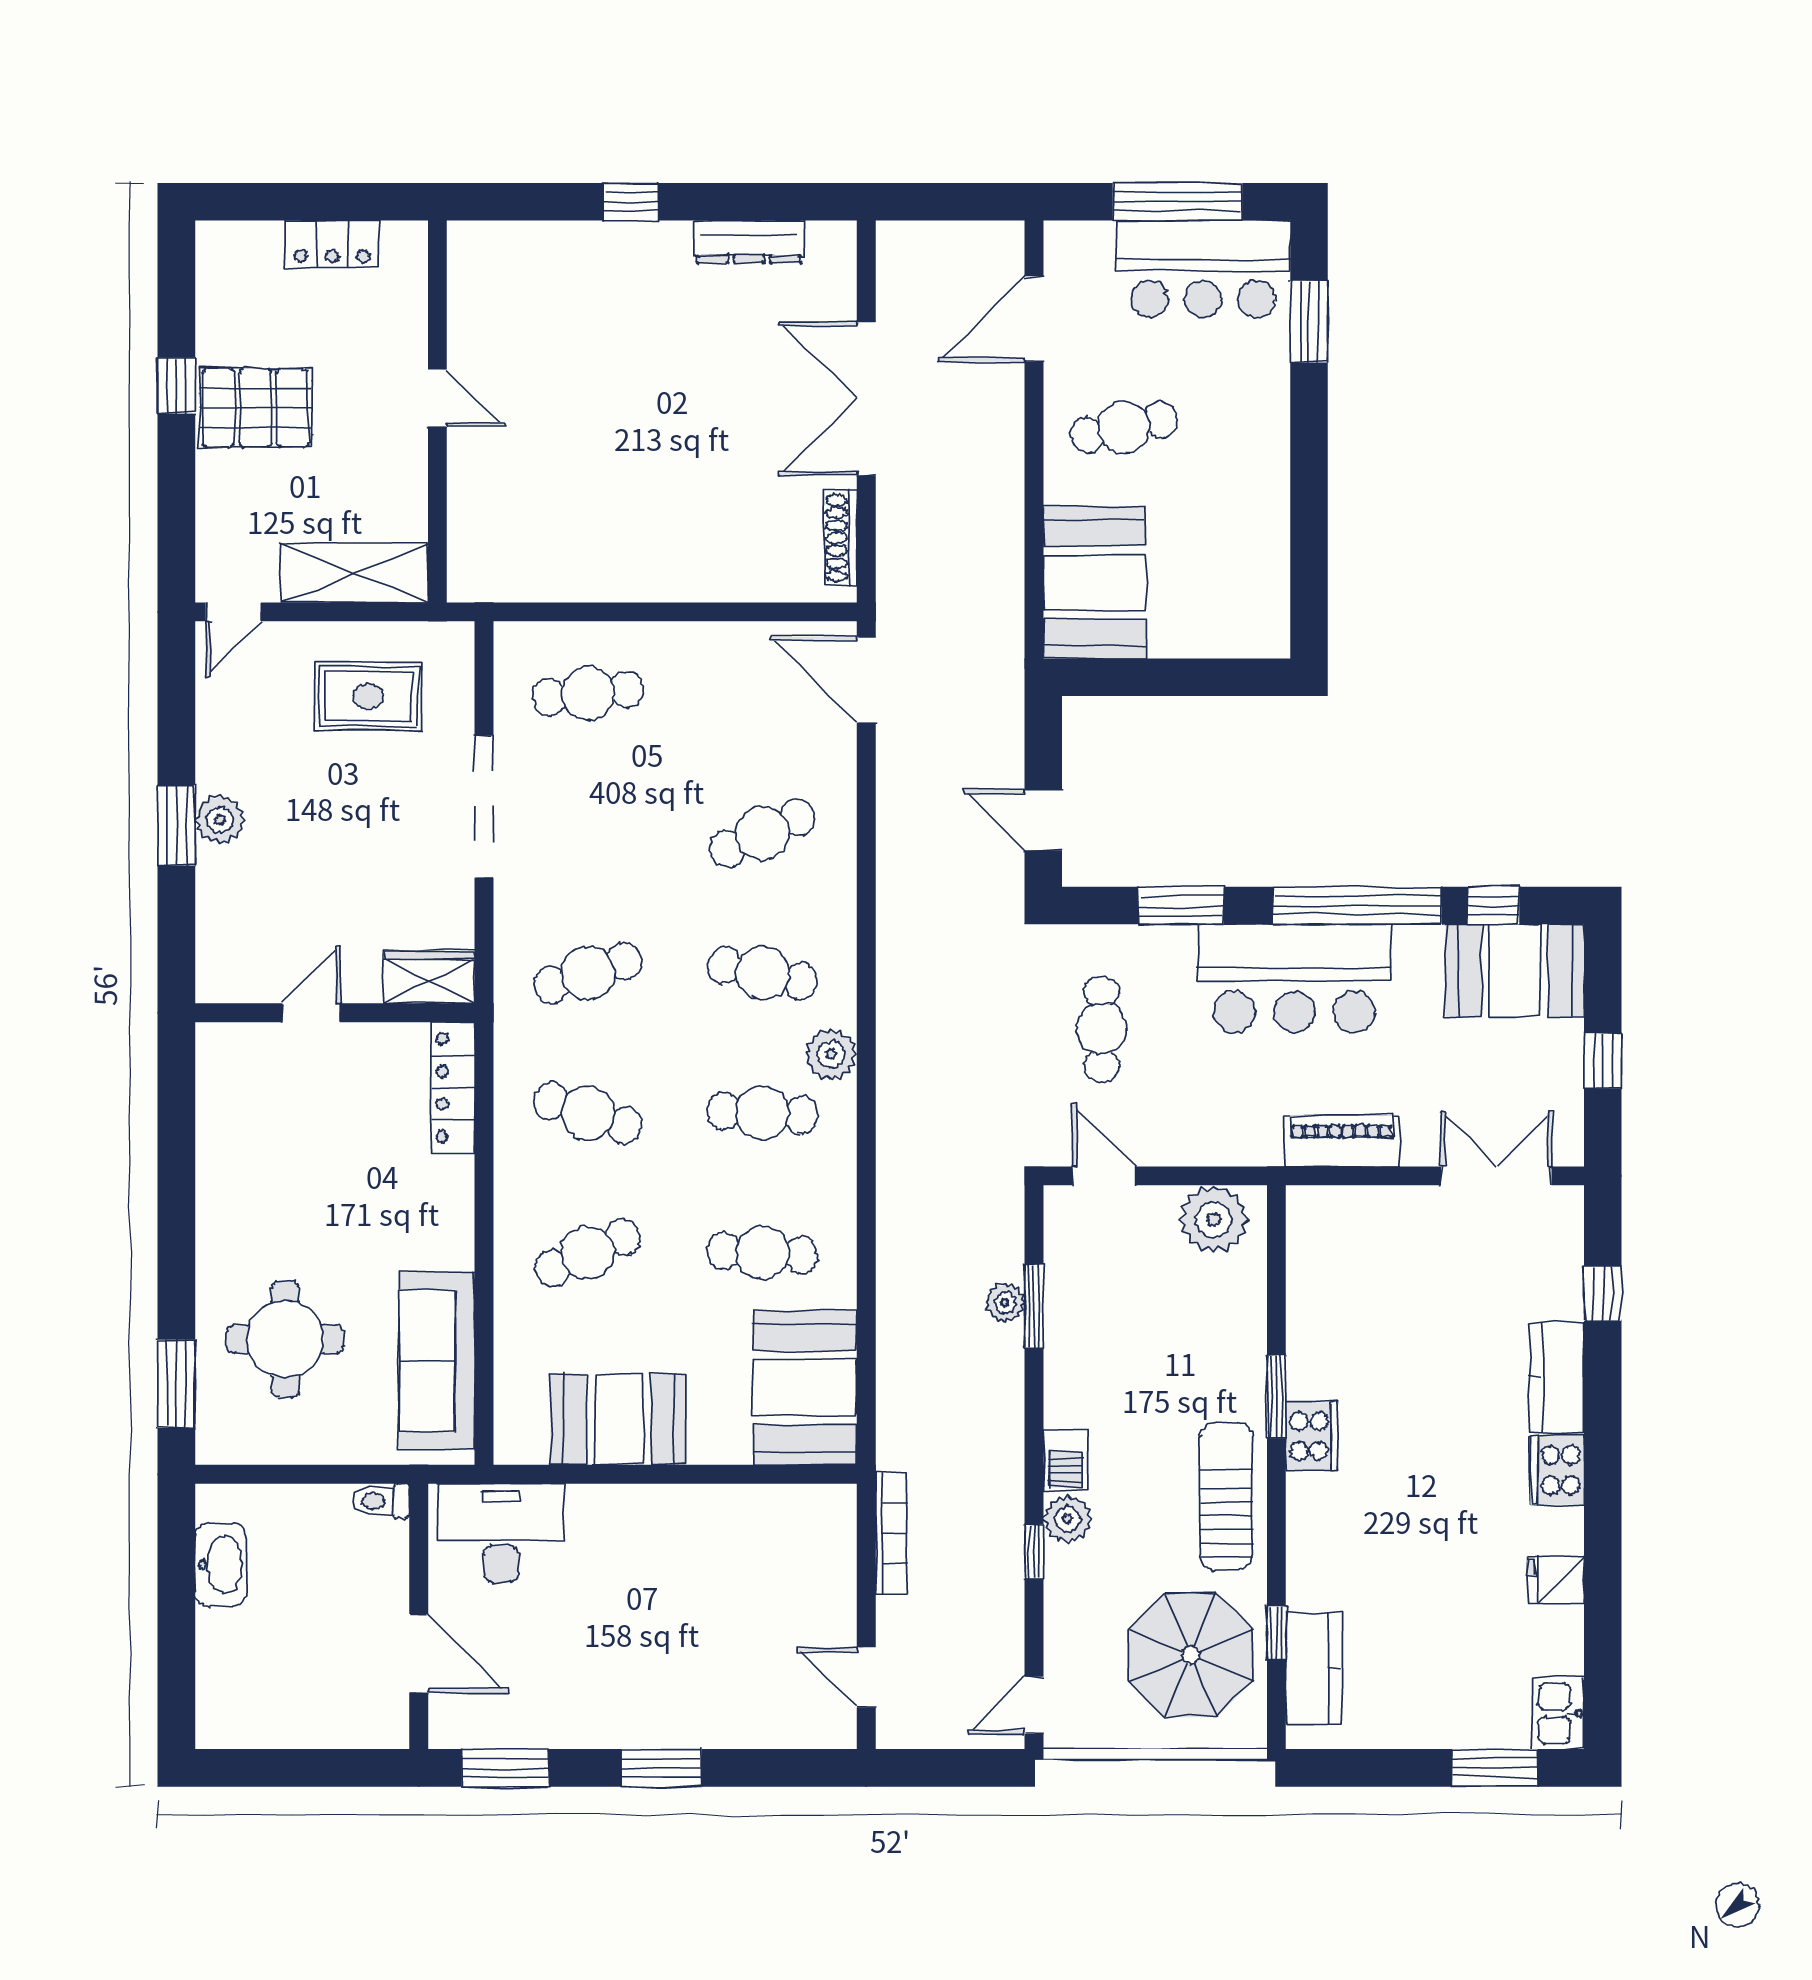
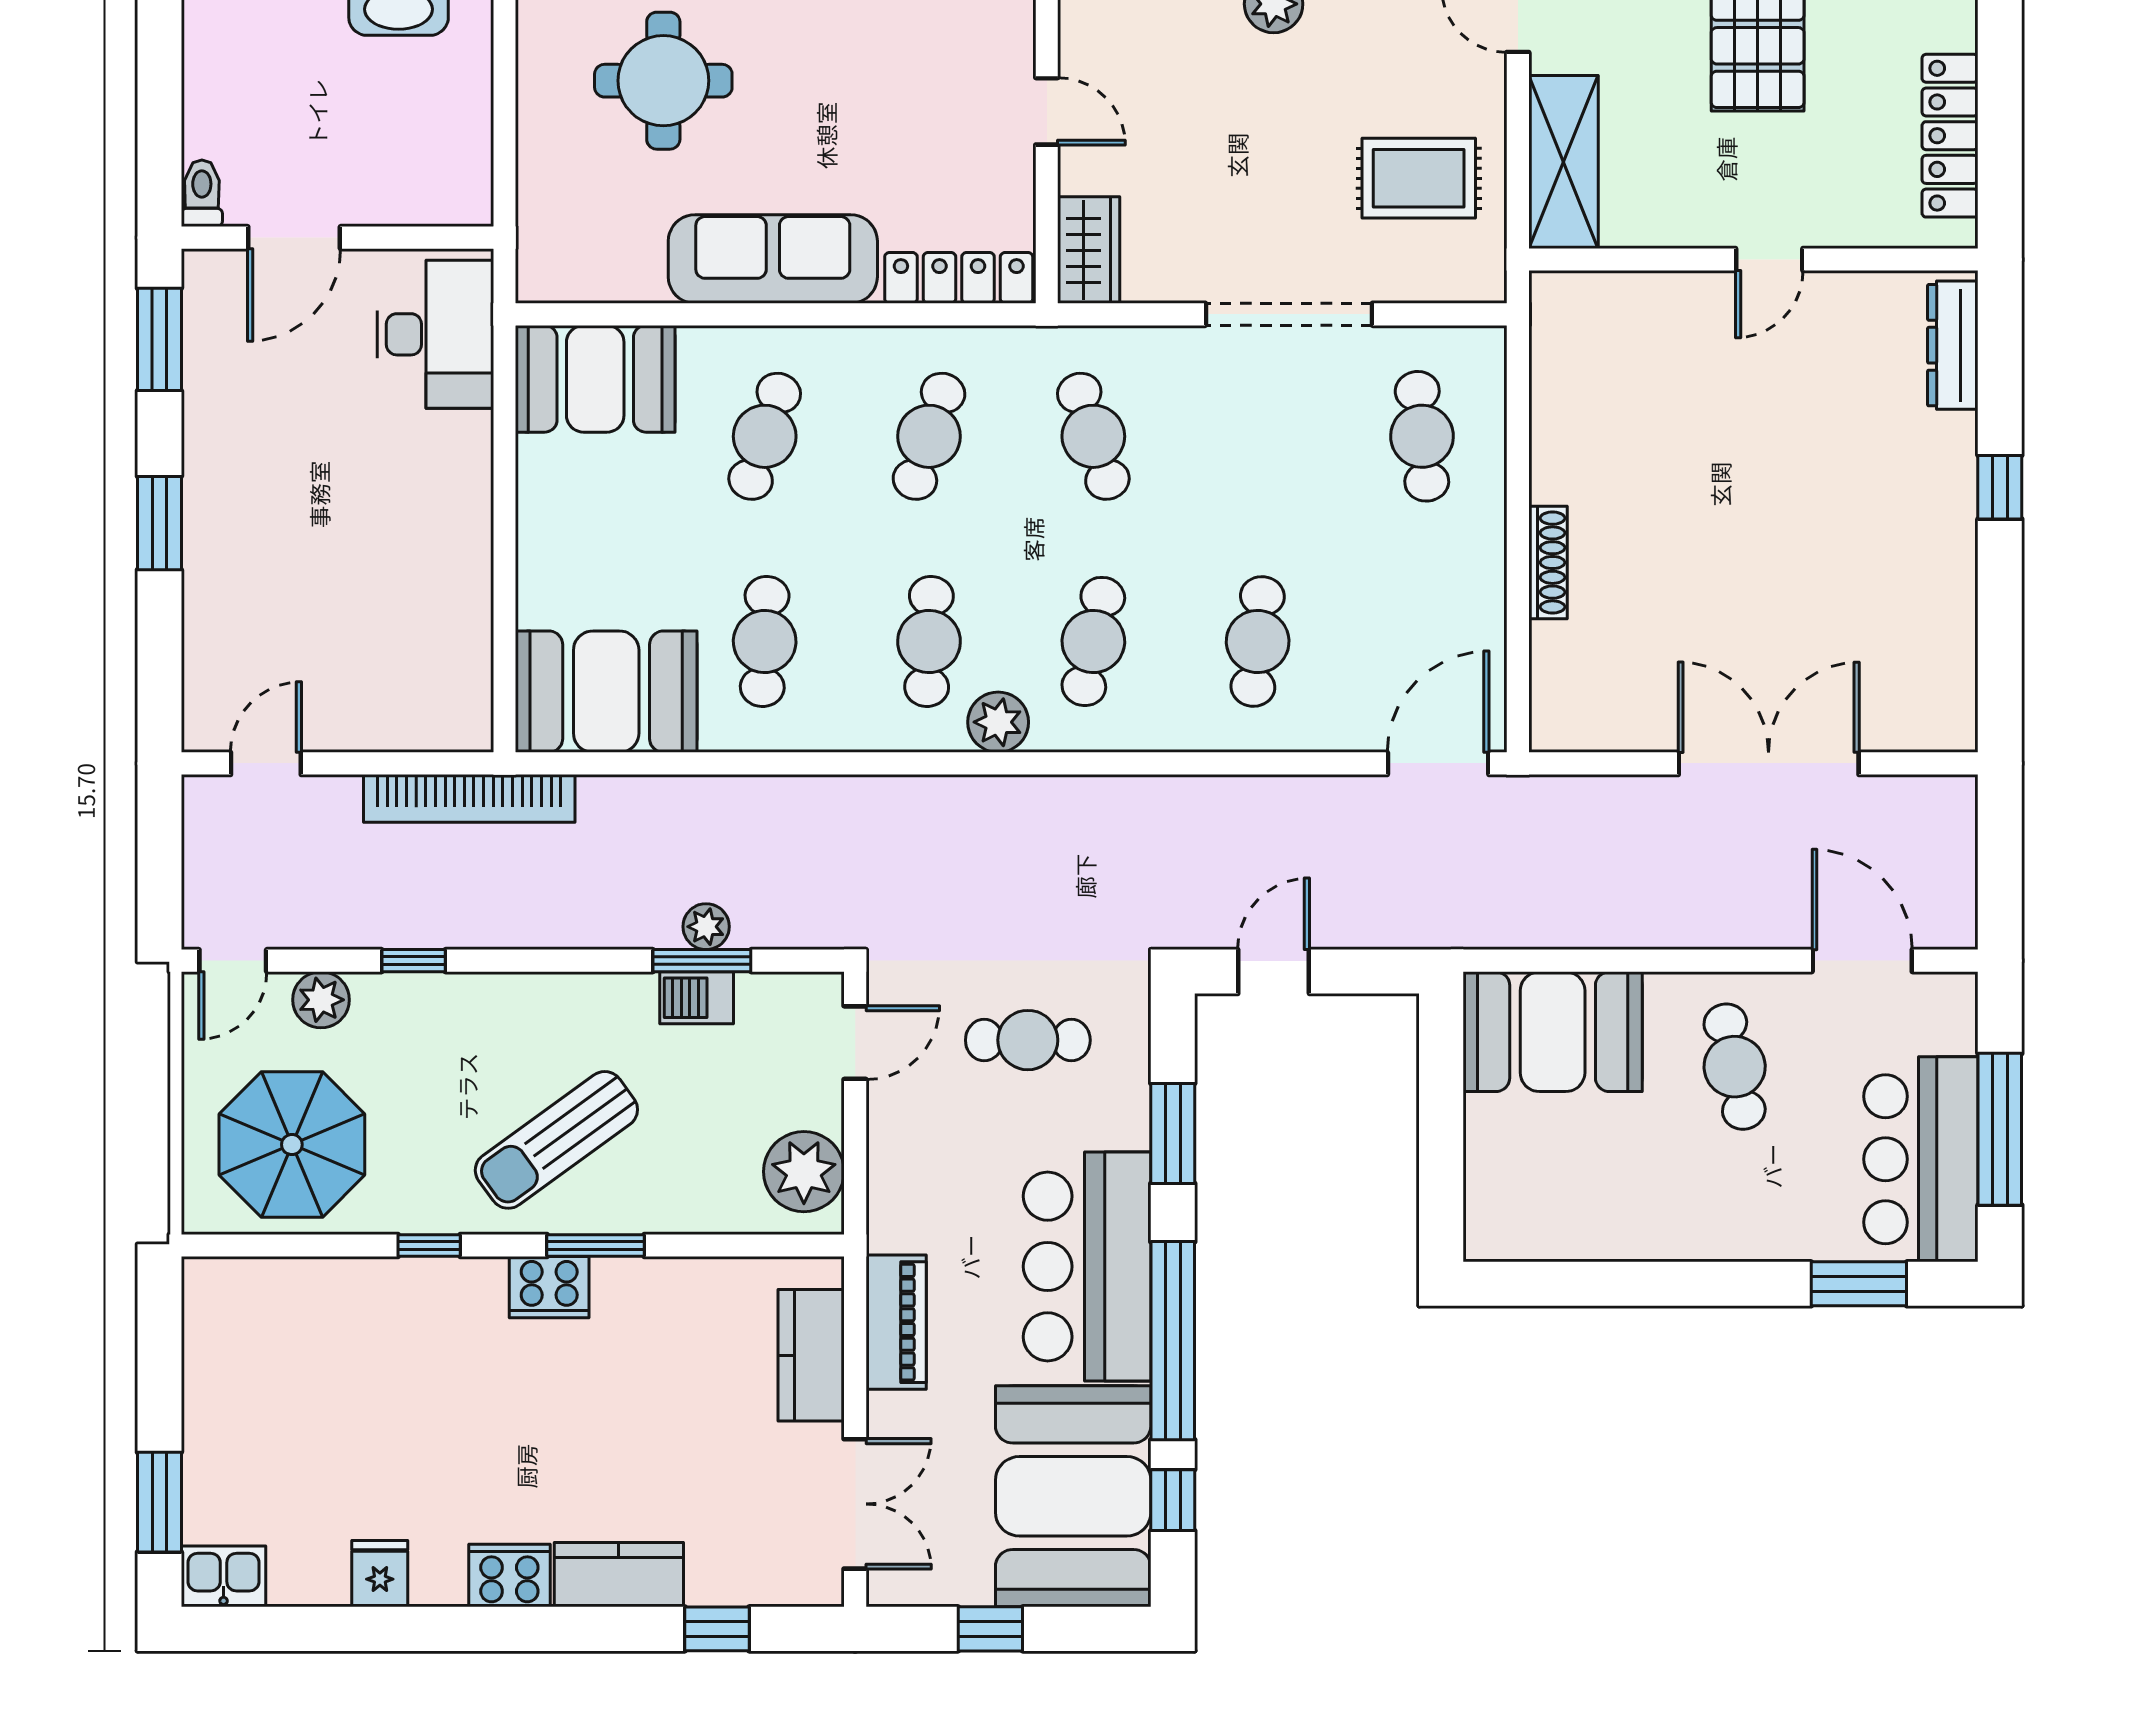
dresser: (749, 242) -> (1953, 345), moved
locker: (332, 244) -> (1950, 136), width x1.53
shoe rack: (841, 538) -> (1548, 563), moved, turned 90
rug: (368, 696) -> (1419, 178), turned 90
cafe table: (762, 833) -> (1258, 641), turned 30
booth: (1515, 971) -> (1073, 1496), width x1.36, depth x1.42
cafe table: (588, 1253) -> (765, 436), turned 42
sofa: (437, 1361) -> (773, 259), moved
booth: (618, 1419) -> (595, 379), moved, turned 90
barbecue: (1066, 1460) -> (697, 998), moved
sun lounger: (1226, 1496) -> (556, 1140), moved, turned 144
toilet: (381, 1501) -> (202, 193), moved
plant: (1067, 1519) -> (321, 1000), moved
bookcase: (891, 1533) -> (469, 798), width x1.48, depth x1.31
window: (1276, 1633) -> (429, 1245), moved
kitchen counter: (1314, 1668) -> (811, 1355), moved, turned 90
door: (1034, 1705) -> (233, 961), swing flipped

